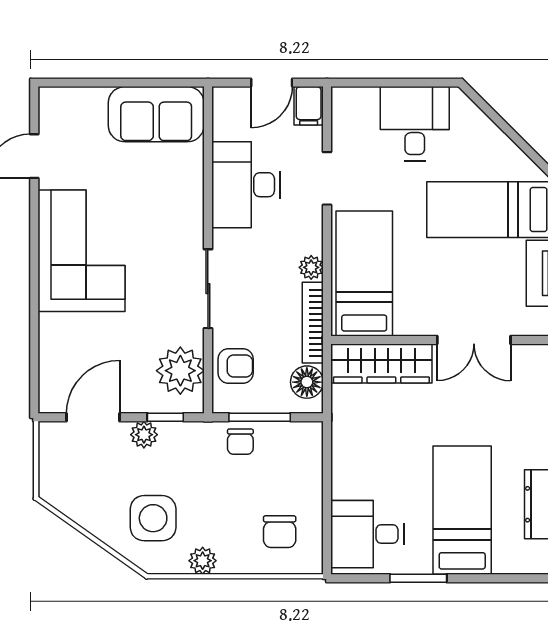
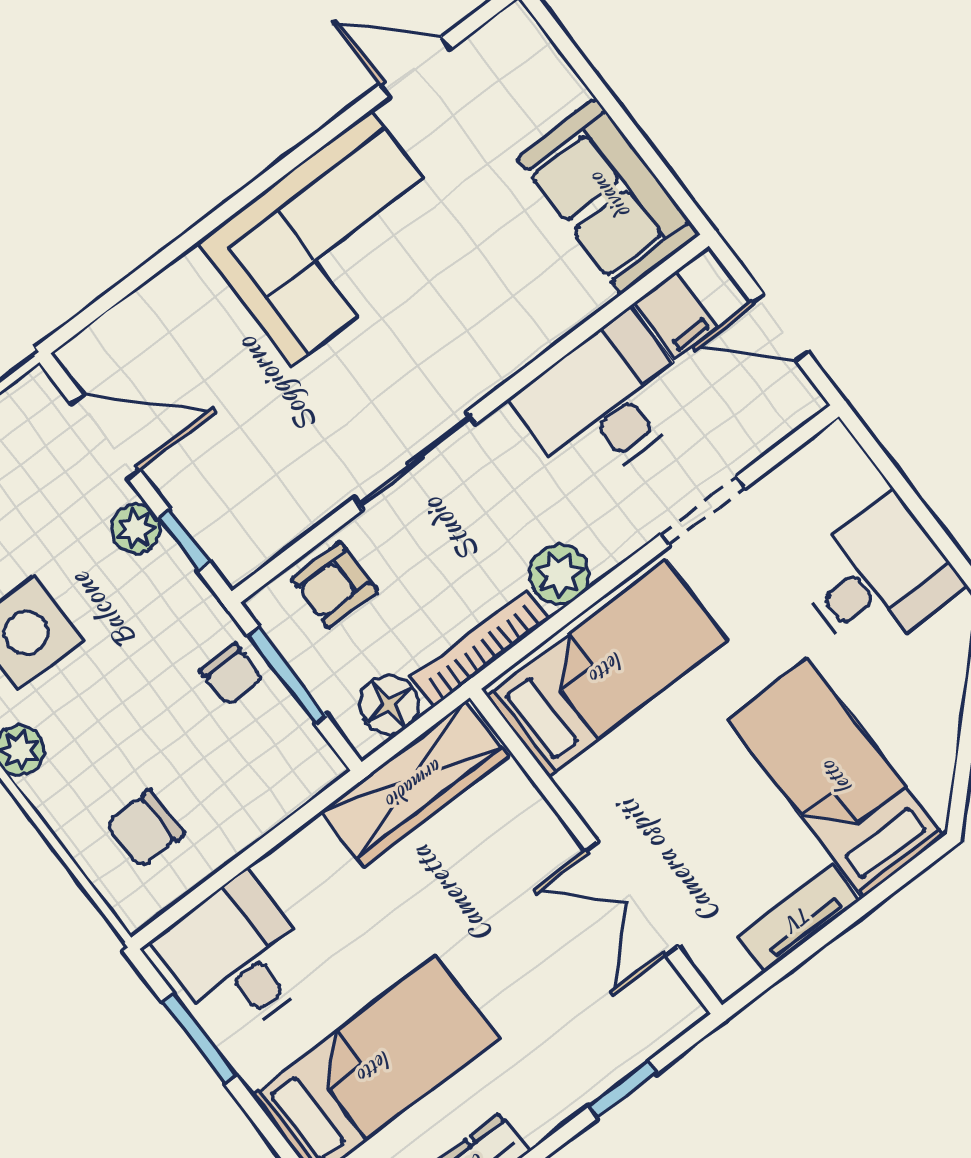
filing cabinet: (309, 106) -> (676, 315), moved, turned -90
plant: (311, 267) -> (560, 574), width x1.38, depth x1.38
wardrobe: (381, 363) -> (415, 784), moved, turned -90
armchair: (236, 366) -> (334, 585), turned 90
plant: (180, 371) -> (267, 511), removed
chair: (240, 442) -> (231, 674), turned -90
window: (418, 578) -> (199, 1039), moved

